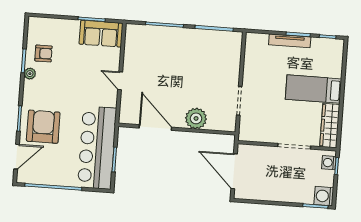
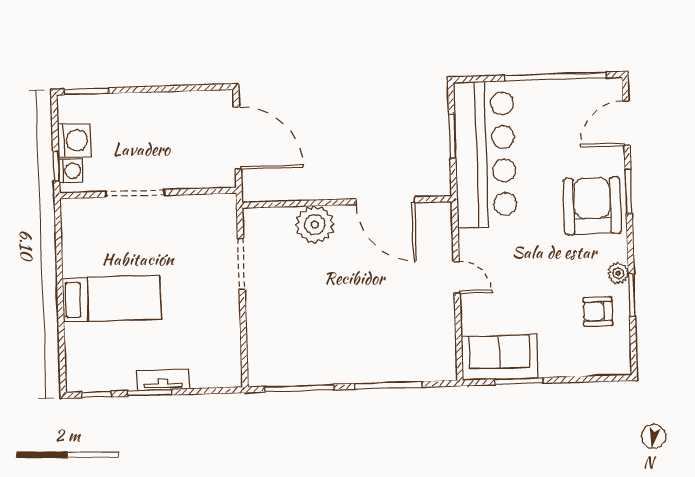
tv unit: (290, 41) -> (163, 380), width x0.71
wardrobe: (330, 126) -> (76, 237), removed
armchair: (43, 127) -> (592, 206), moved, turned 180
washing machine: (324, 196) -> (74, 140), moved

